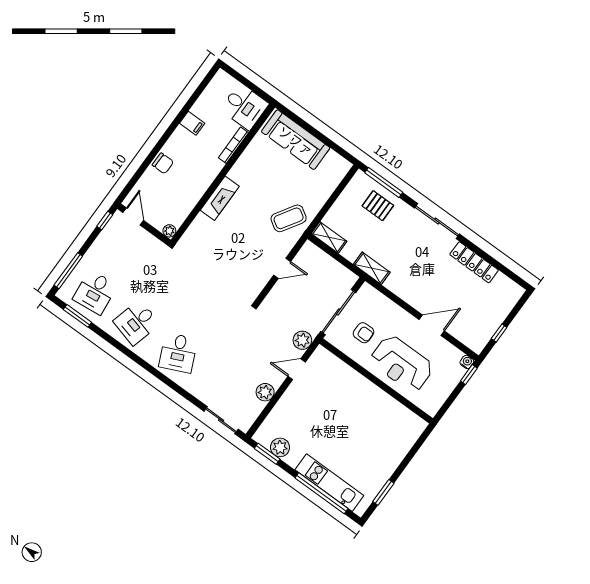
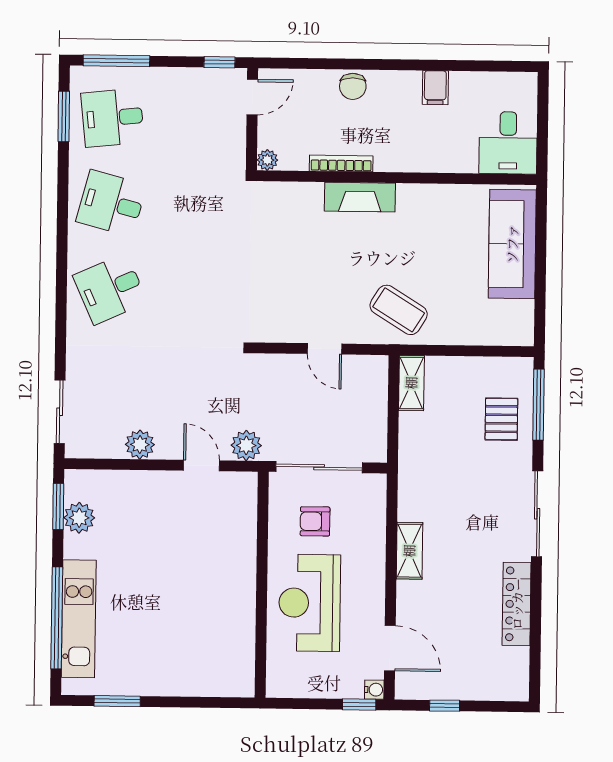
bookcase: (233, 145) -> (341, 163), moved
shelving: (372, 268) -> (409, 551), moved
door: (432, 325) -> (390, 648), moved
armchair: (364, 333) -> (315, 521), turned 90

